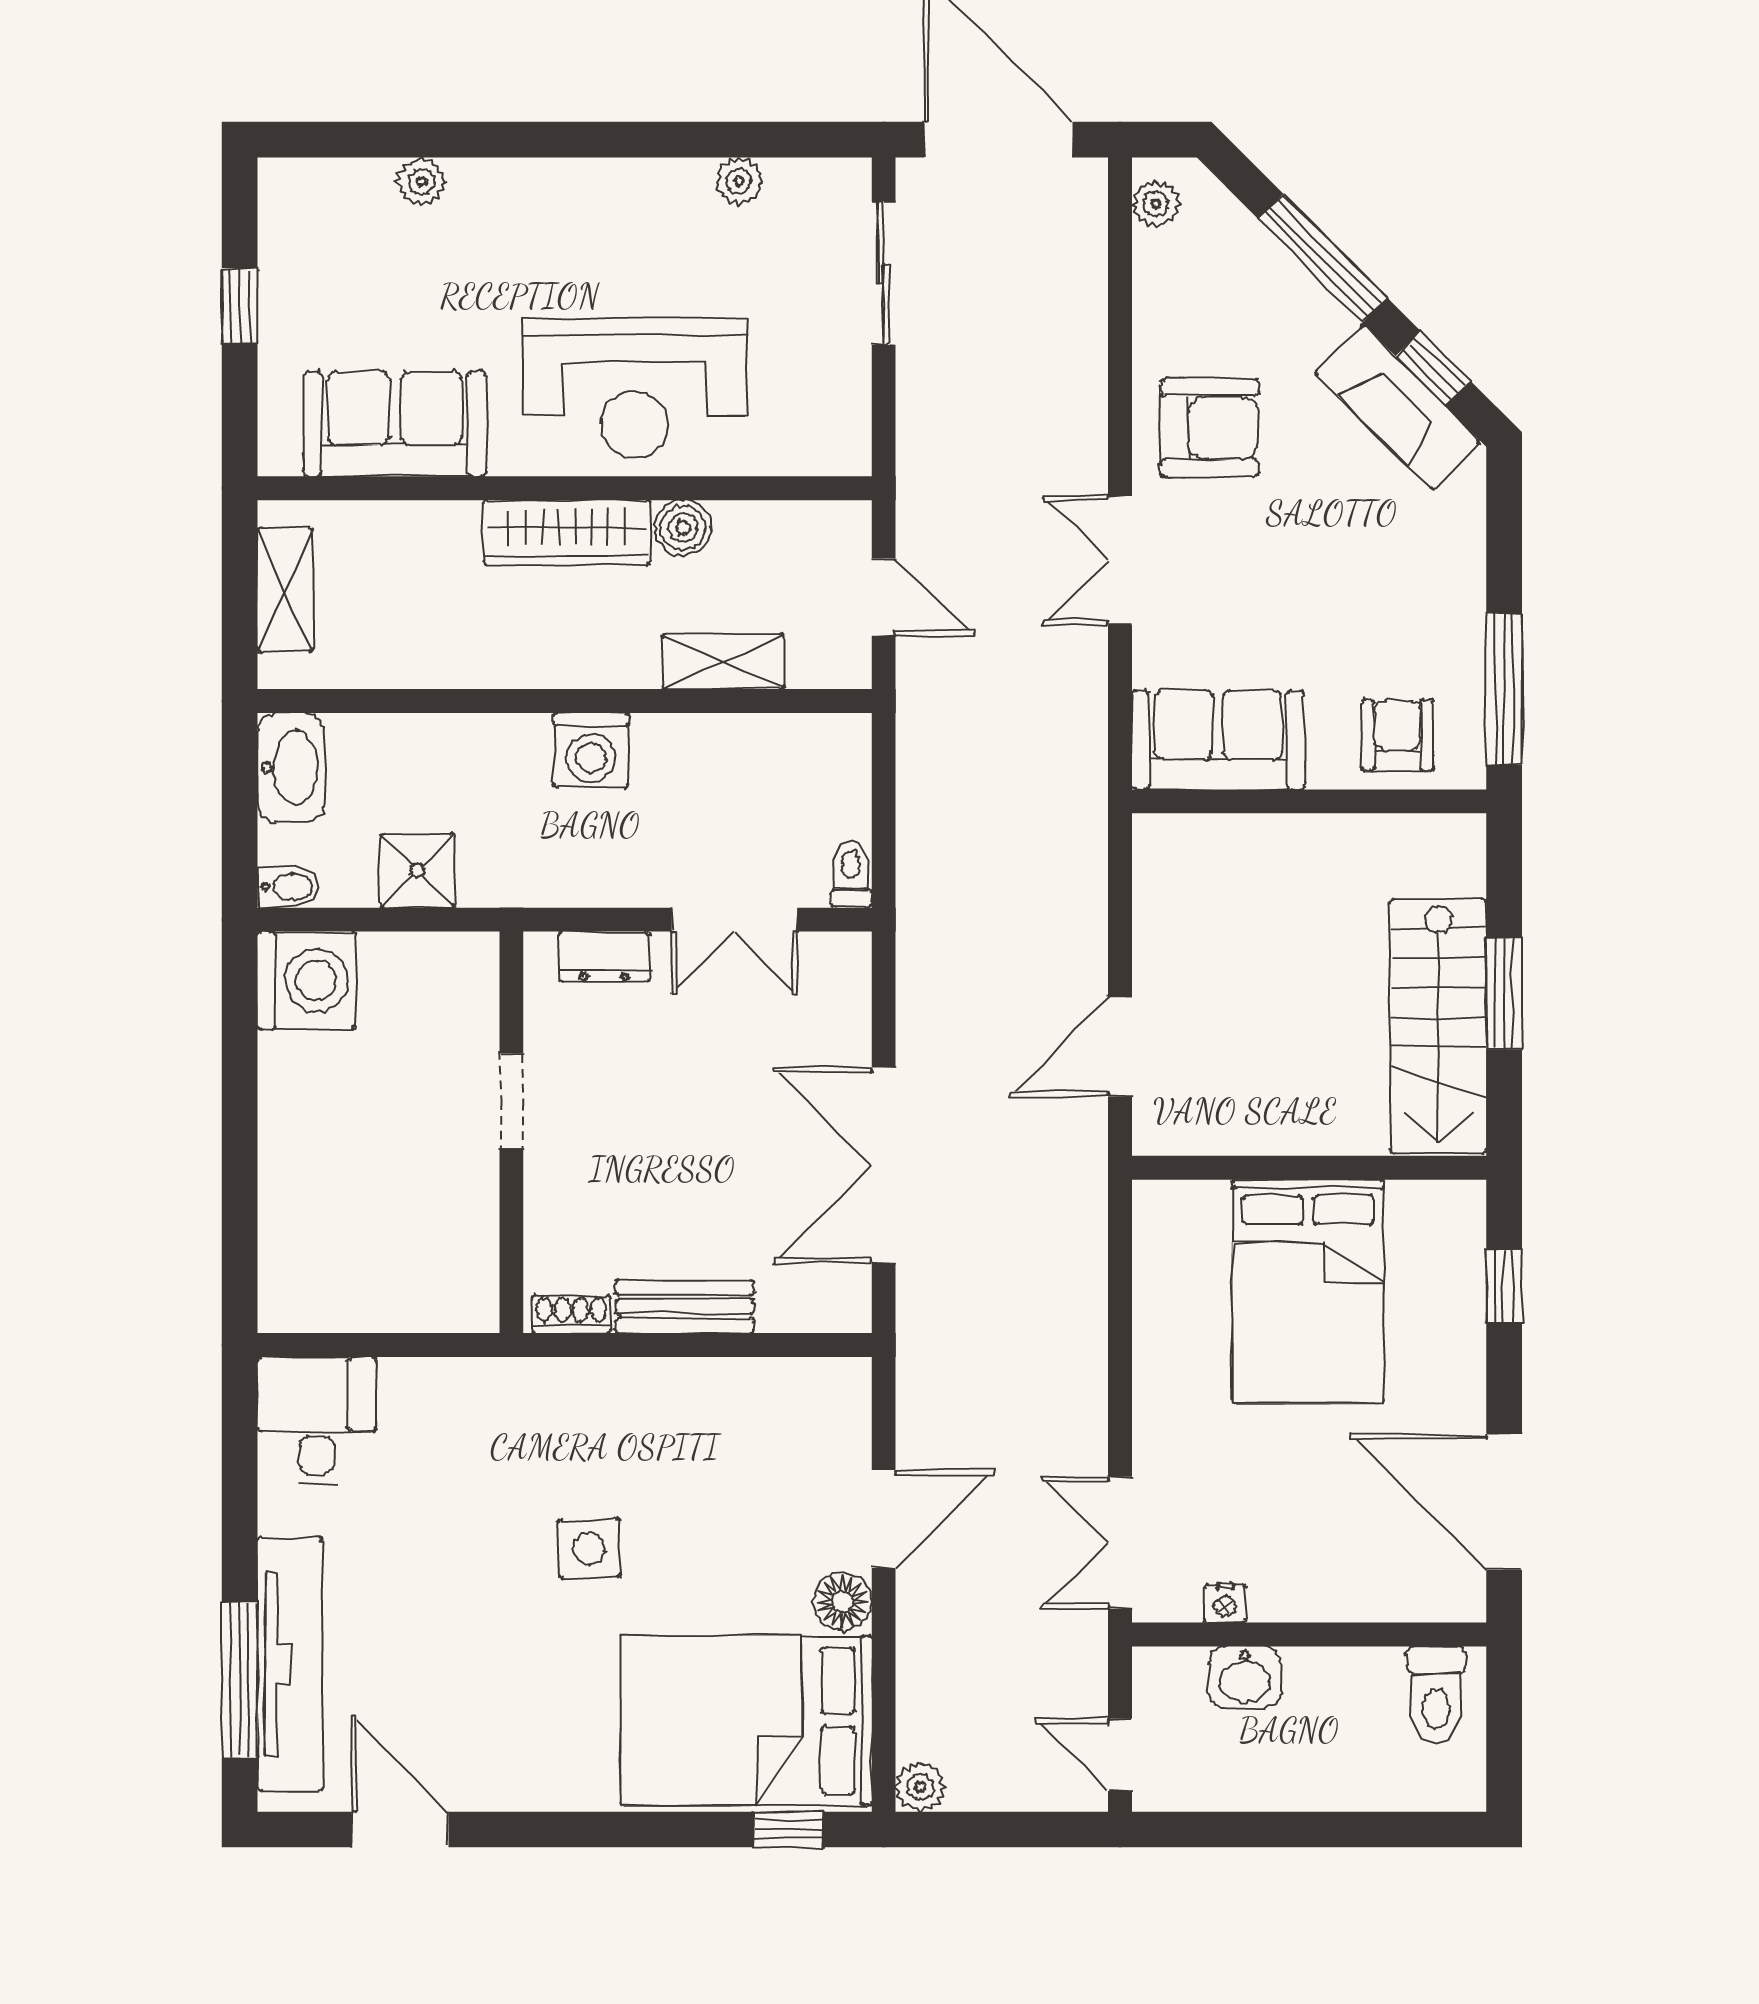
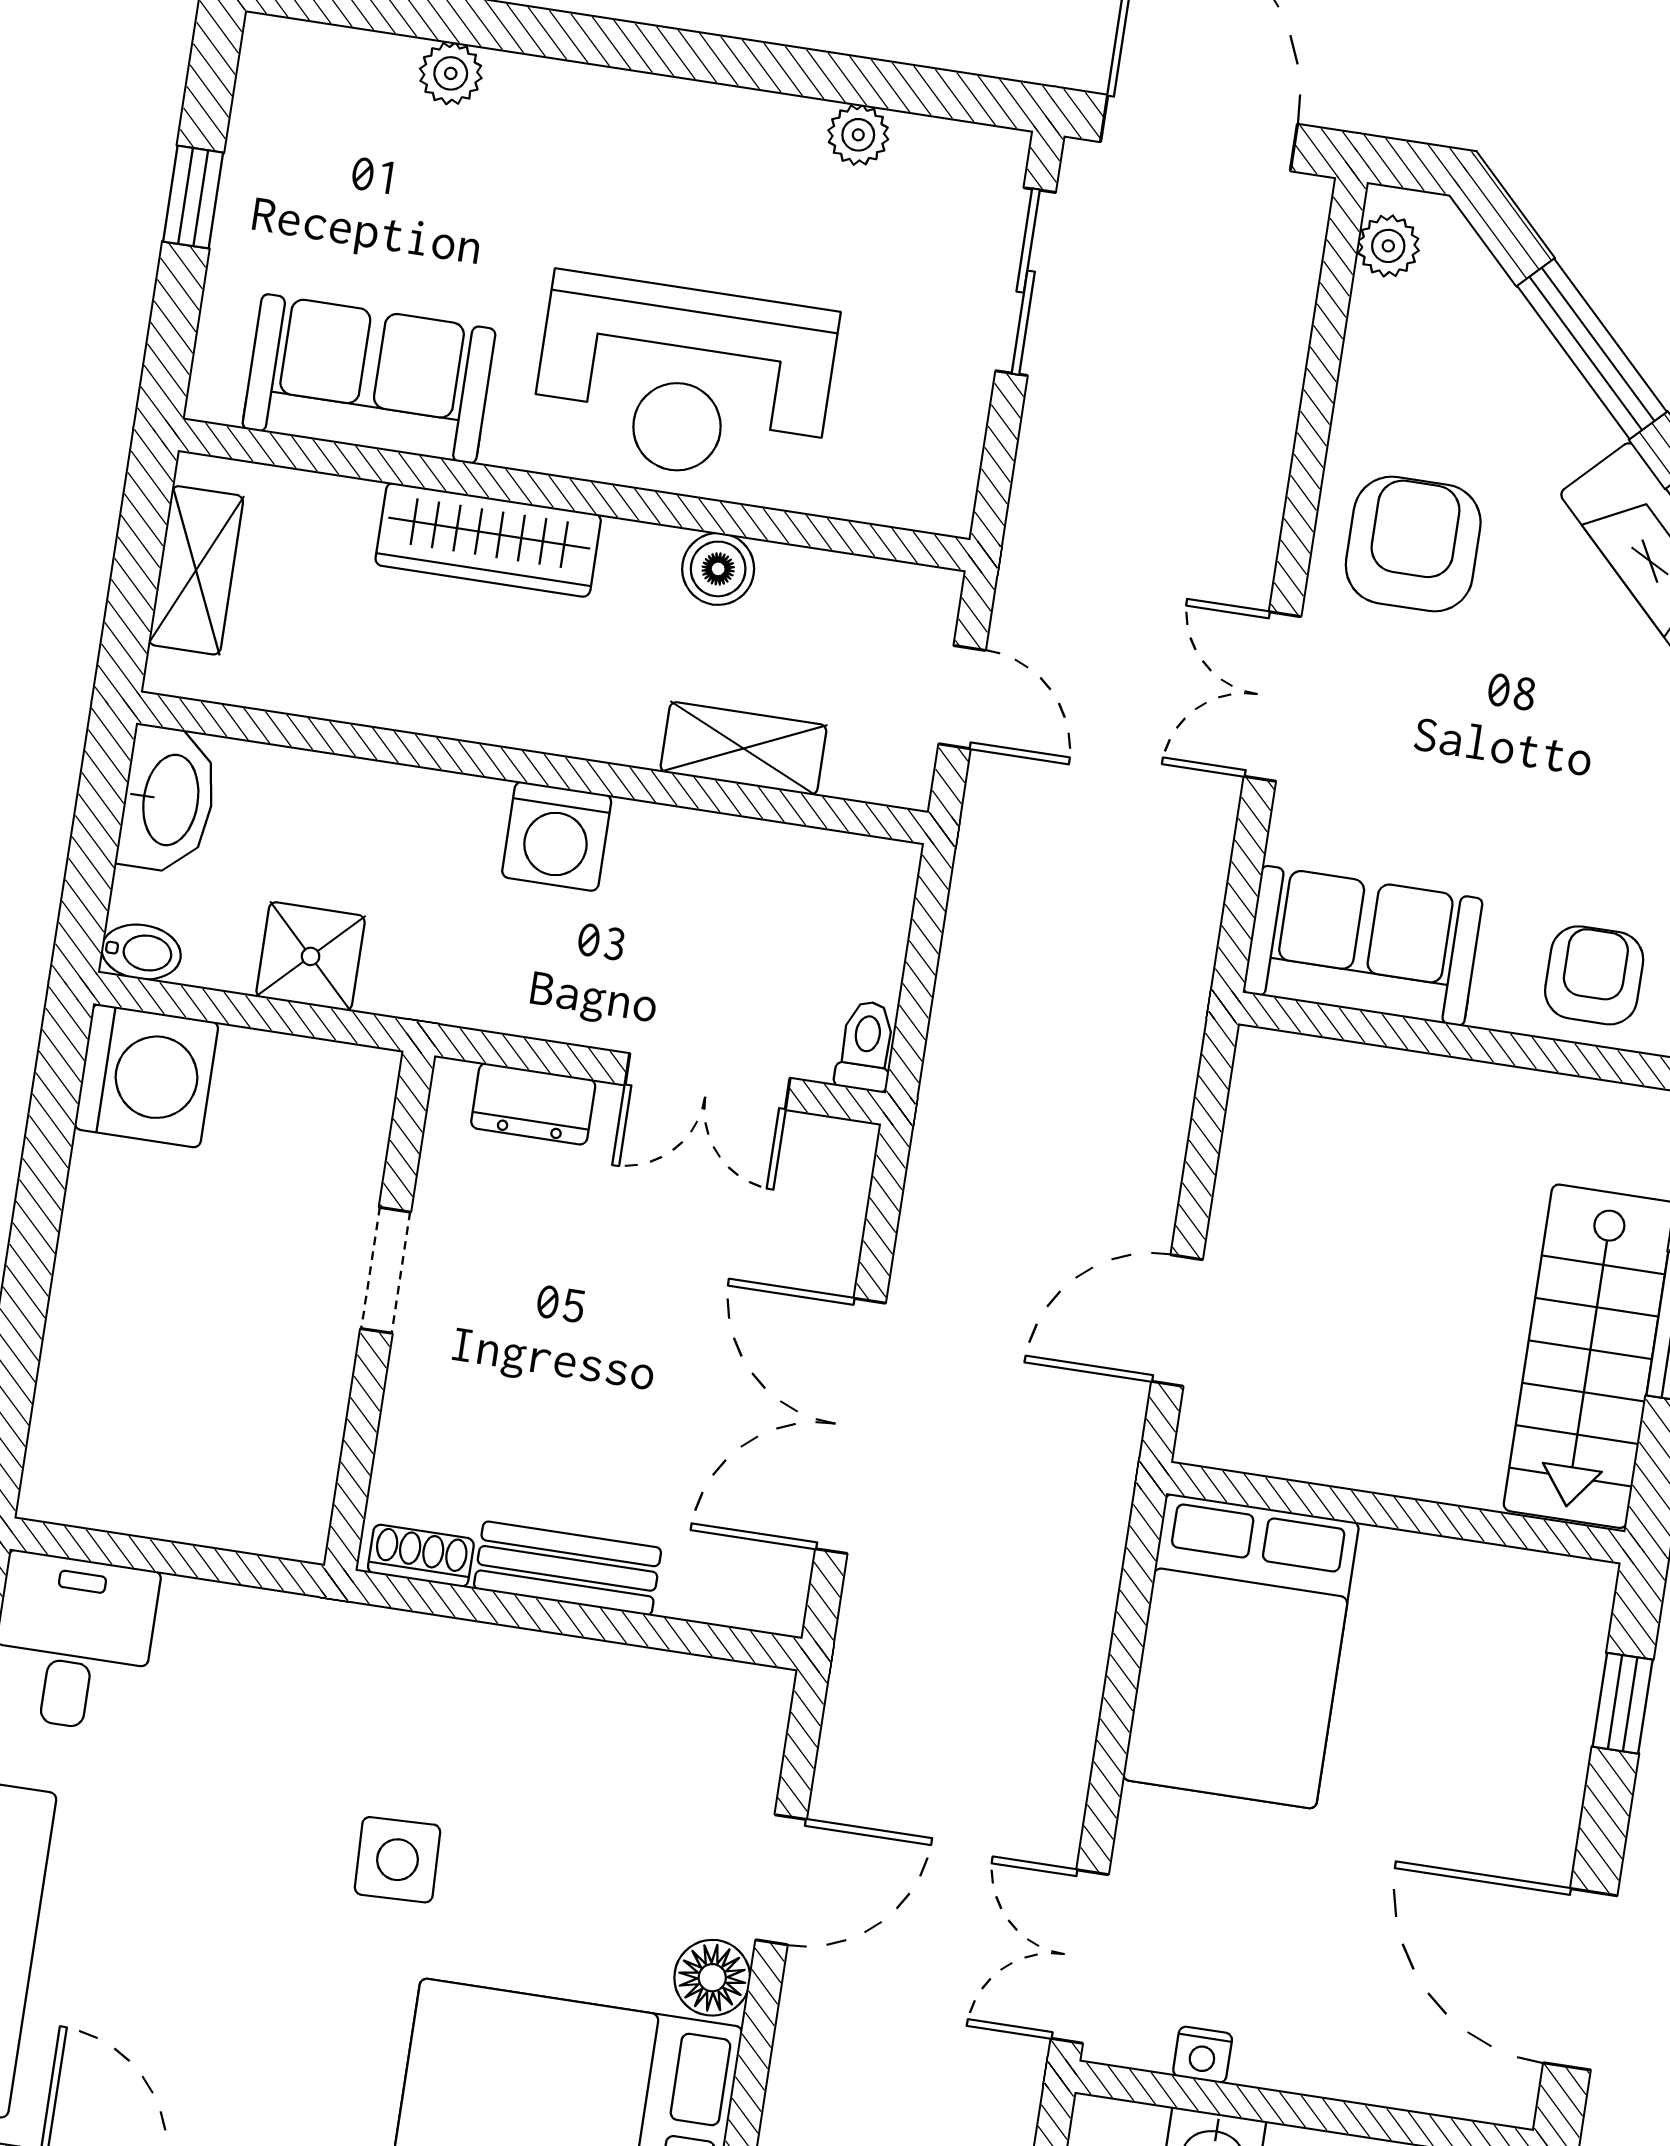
armchair: (1209, 428) -> (1413, 544), turned -90
wardrobe: (567, 532) -> (488, 540), moved
bed: (1308, 1291) -> (1241, 1651), moved

